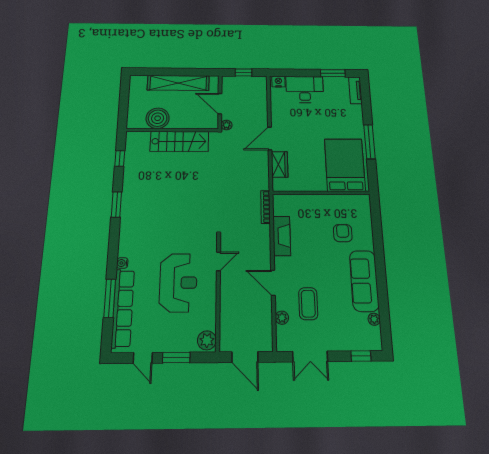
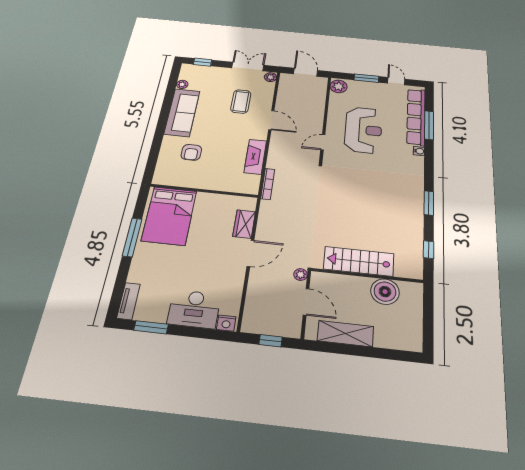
shelving: (178, 83) -> (345, 334), width x0.68
reception desk: (178, 283) -> (363, 130), turned 180
plant: (282, 318) -> (270, 77), moved

